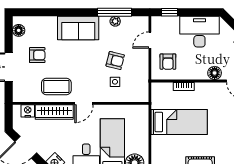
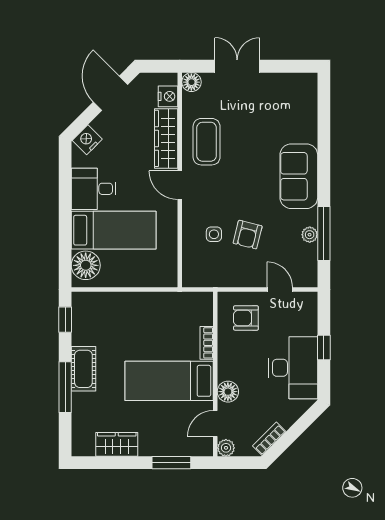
window: (169, 12) -> (324, 348), moved
floor lamp: (19, 30) -> (191, 82), moved
armchair: (37, 55) -> (256, 111), removed
bed: (179, 122) -> (169, 381), moved, turned 90

